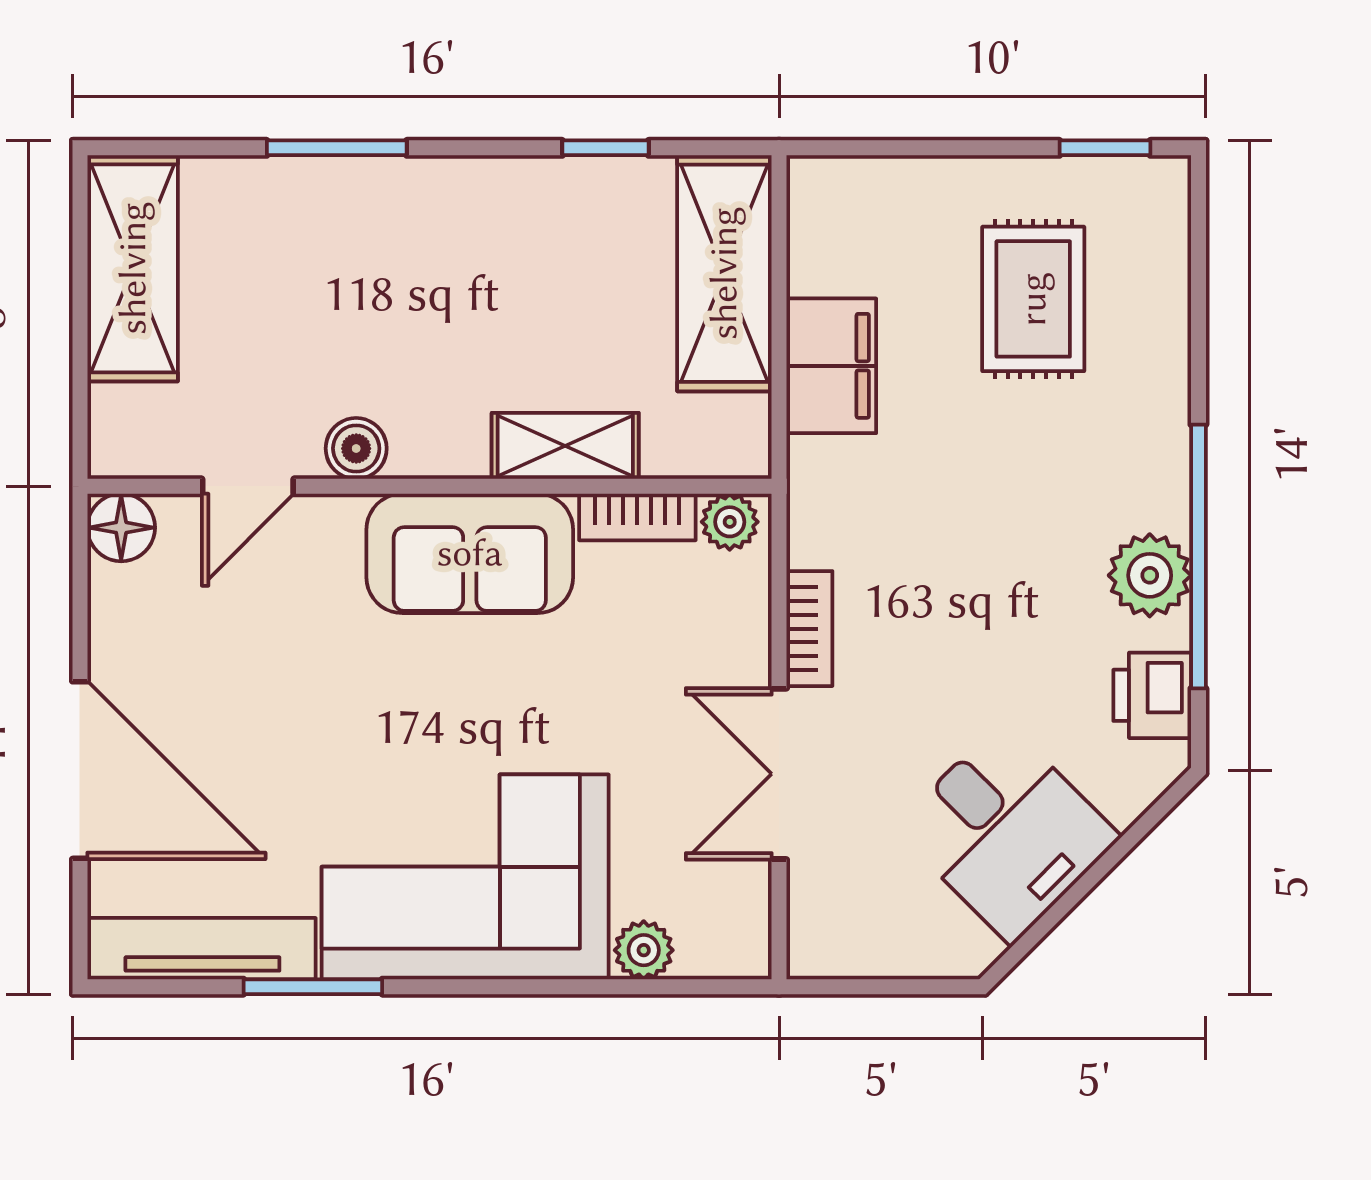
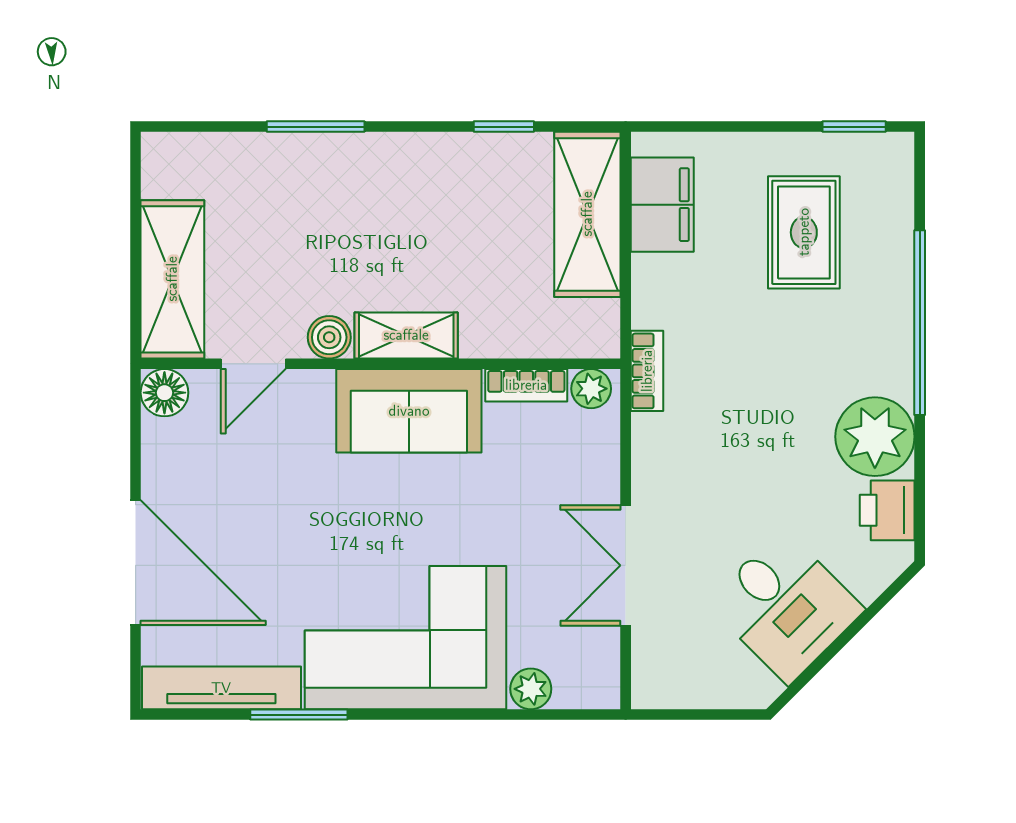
shelving: (133, 268) -> (172, 279), moved
filing cabinet: (831, 366) -> (662, 205), moved
shelving: (565, 446) -> (406, 335), moved
window: (1198, 557) -> (920, 323), moved
plant: (1150, 575) -> (875, 437), width x1.36, depth x1.36
bookcase: (809, 629) -> (647, 371), moved

